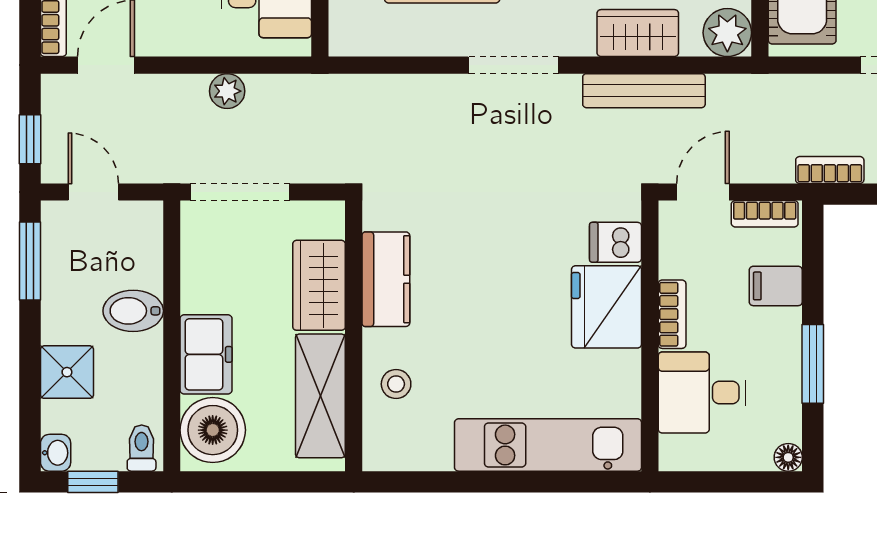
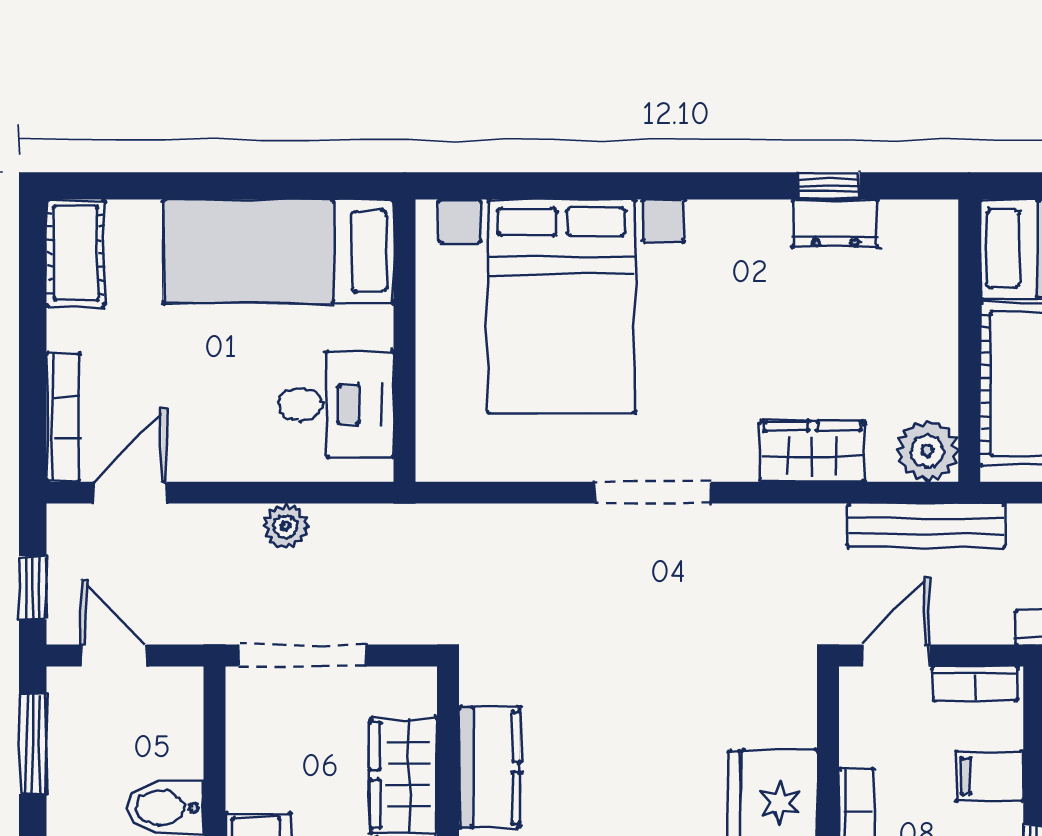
bench: (644, 91) -> (926, 525), moved
dishwasher: (616, 242) -> (784, 720), removed

